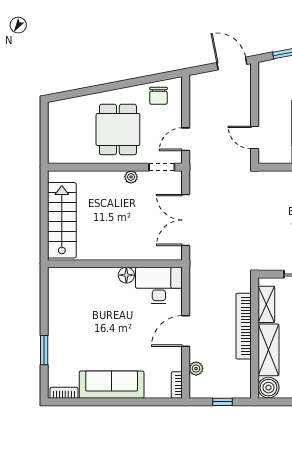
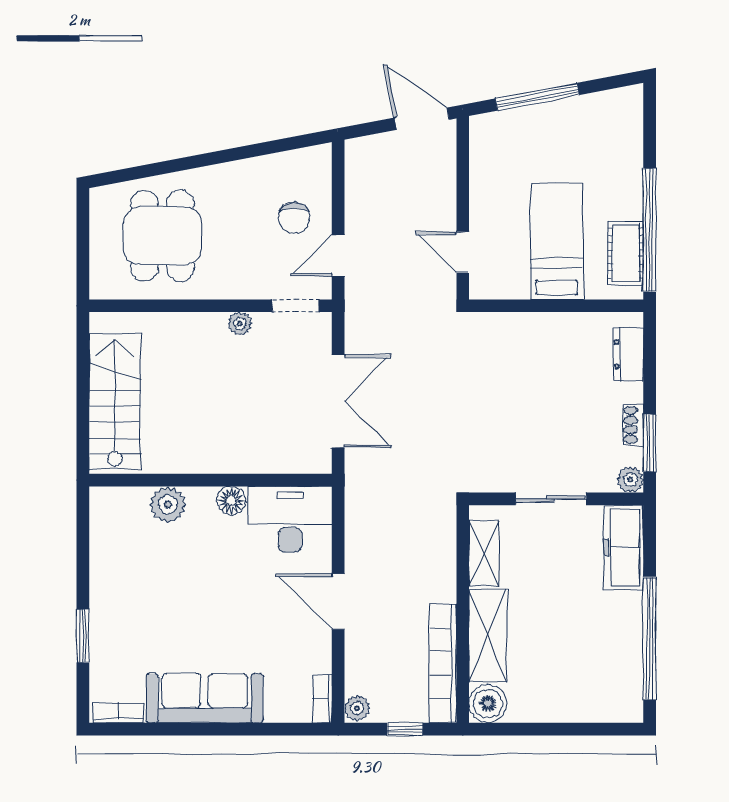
chair: (159, 96) -> (294, 218), moved
dining table: (118, 129) -> (162, 236), moved
double door: (186, 220) -> (338, 401), swing flipped
plant: (91, 277) -> (168, 504), added
bookcase: (244, 326) -> (443, 663), moved
door: (186, 331) -> (338, 602), hinge flipped
plant: (196, 369) -> (357, 708), moved

